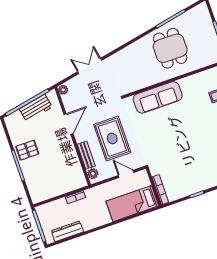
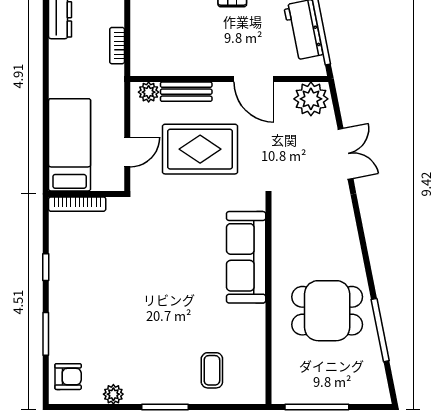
plant: (63, 90) -> (311, 99), width x1.88, depth x1.88

